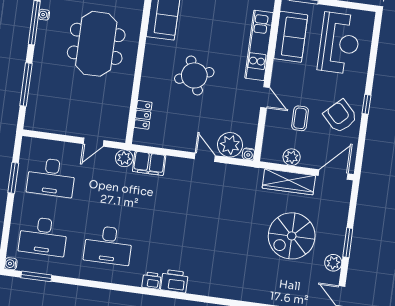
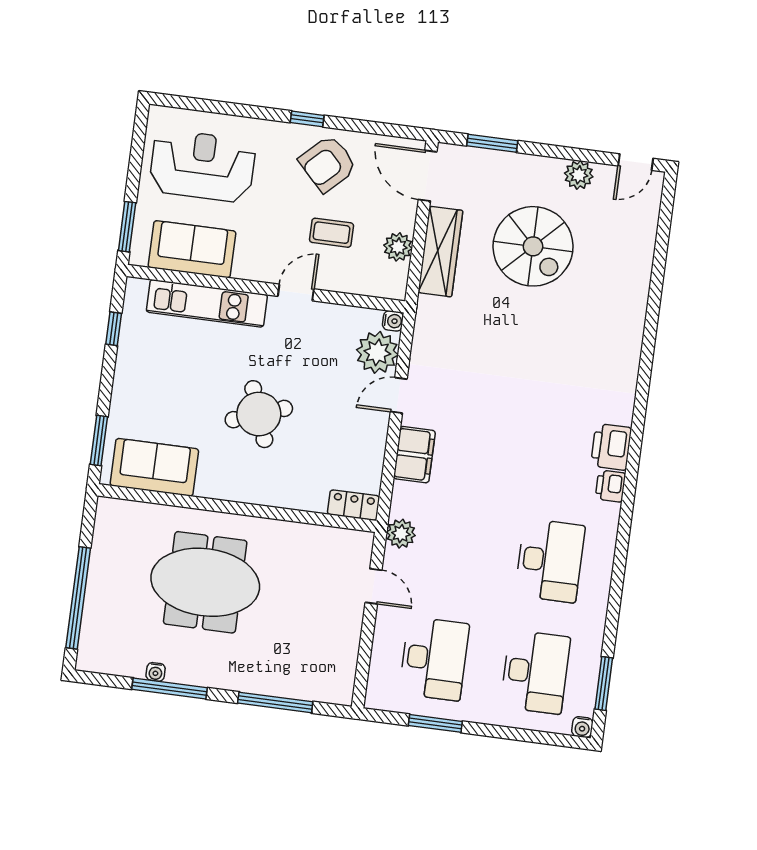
locker: (143, 115) -> (354, 505), moved
filing cabinet: (149, 163) -> (414, 455), moved
window: (348, 243) -> (492, 143), moved

